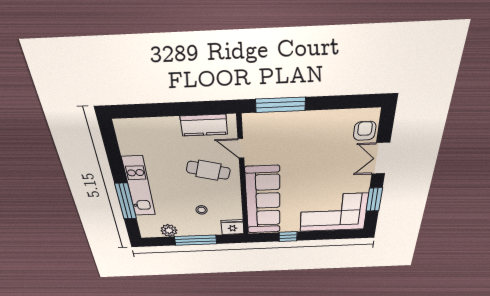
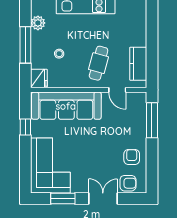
armchair: (330, 128) -> (132, 157), added
door: (241, 148) -> (117, 90), swing flipped

